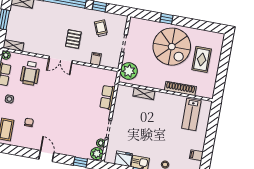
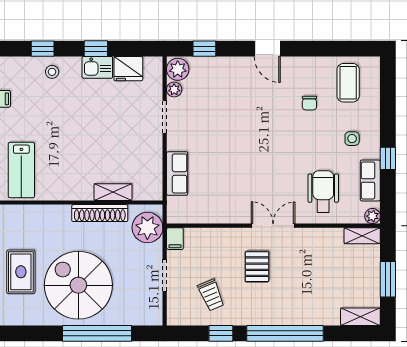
window: (166, 19) -> (97, 333), width x3.17
filing cabinet: (96, 59) -> (175, 239), moved
shoe rack: (180, 88) -> (100, 213), moved
lab bench: (191, 114) -> (21, 170), turned 180

